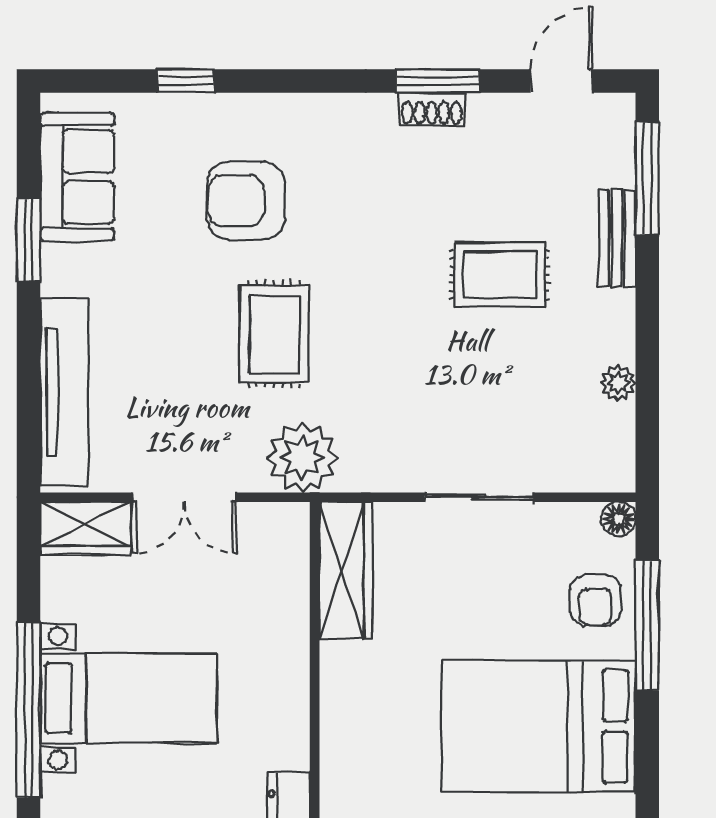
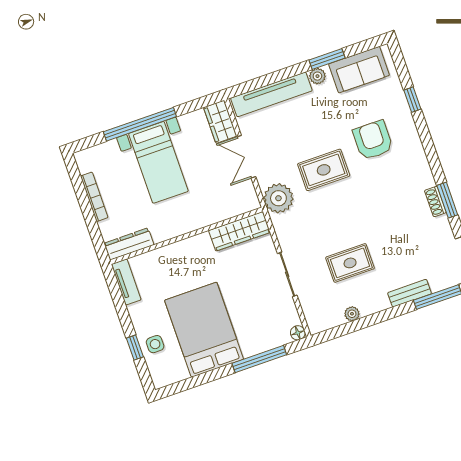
plant: (59, 275) -> (317, 76), added
rug: (500, 275) -> (350, 263), moved, turned 90
armchair: (595, 600) -> (262, 335), removed

